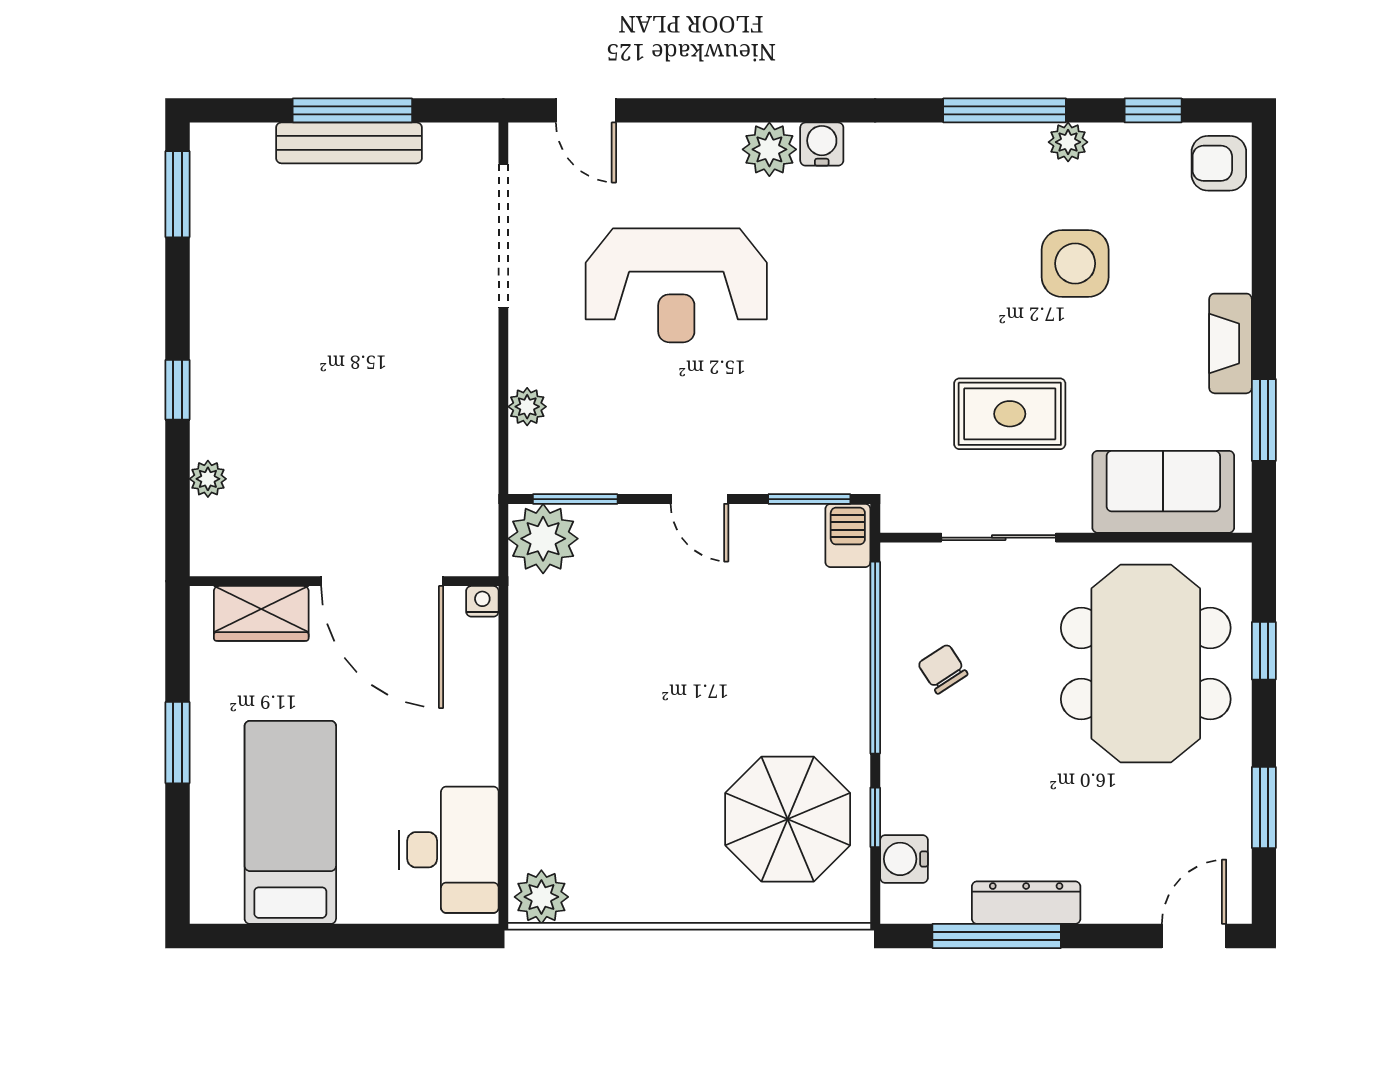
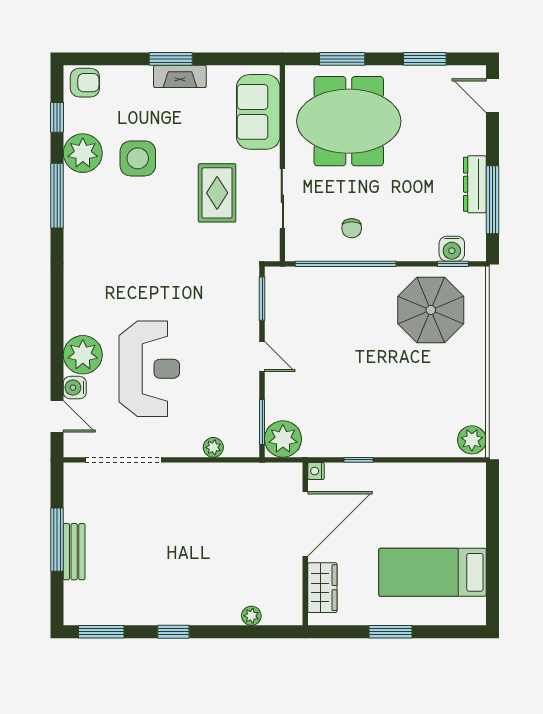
door: (586, 110) -> (57, 416), hinge flipped
plant: (1068, 142) -> (83, 153), width x1.88, depth x1.88
bench: (349, 143) -> (74, 552), width x0.73
water cooler: (822, 144) -> (75, 388), moved
plant: (769, 149) -> (83, 355), moved, width x1.36, depth x1.36
armchair: (1219, 163) -> (85, 83), turned -90
window: (178, 390) -> (173, 632), moved
window: (1264, 420) -> (171, 59), moved
door: (700, 499) -> (262, 356), hinge flipped
barbecue: (848, 536) -> (281, 278), removed
window: (1264, 651) -> (342, 59), width x1.50
chair: (943, 669) -> (352, 228), turned -57
window: (503, 682) -> (358, 460), added
window: (875, 817) -> (453, 264), moved
desk: (449, 850) -> (447, 489), removed

